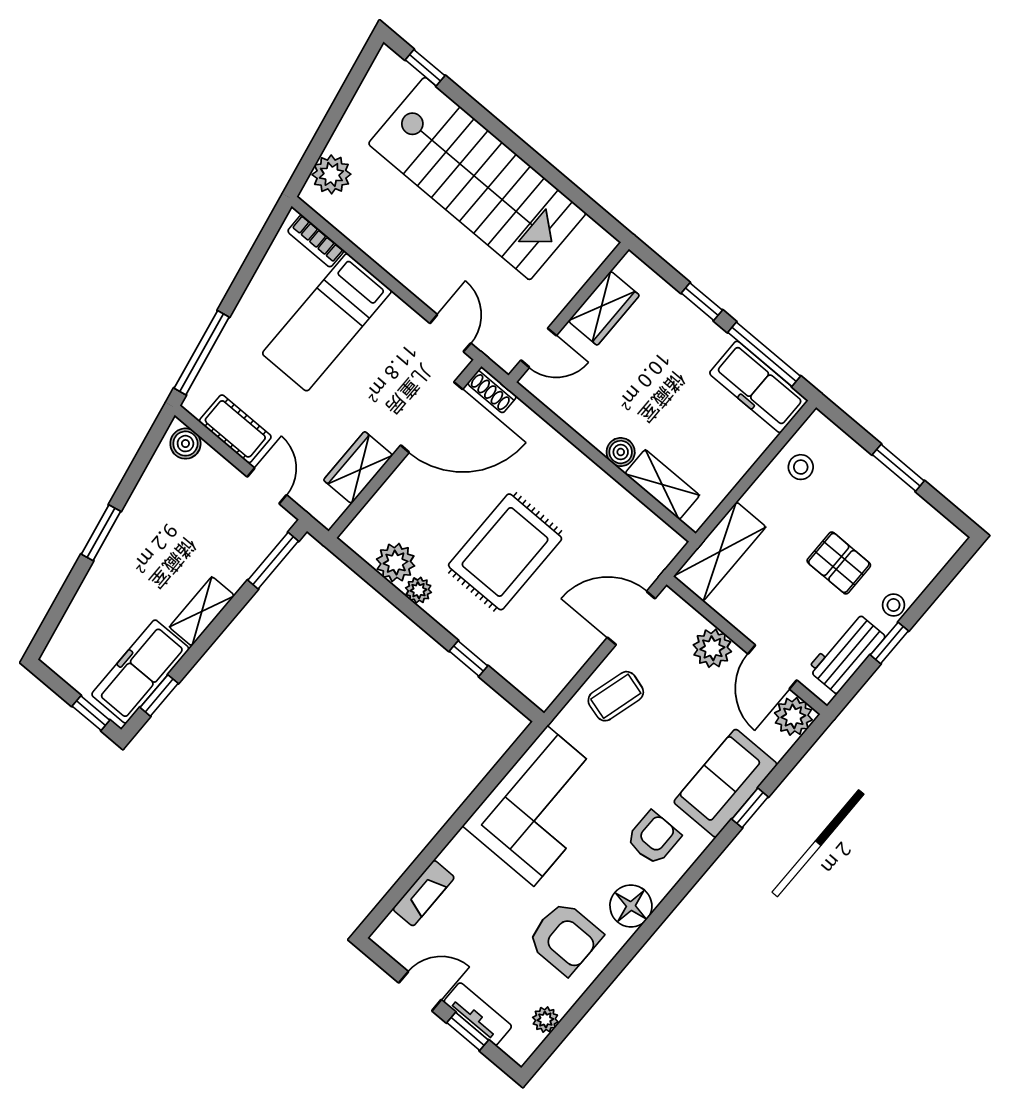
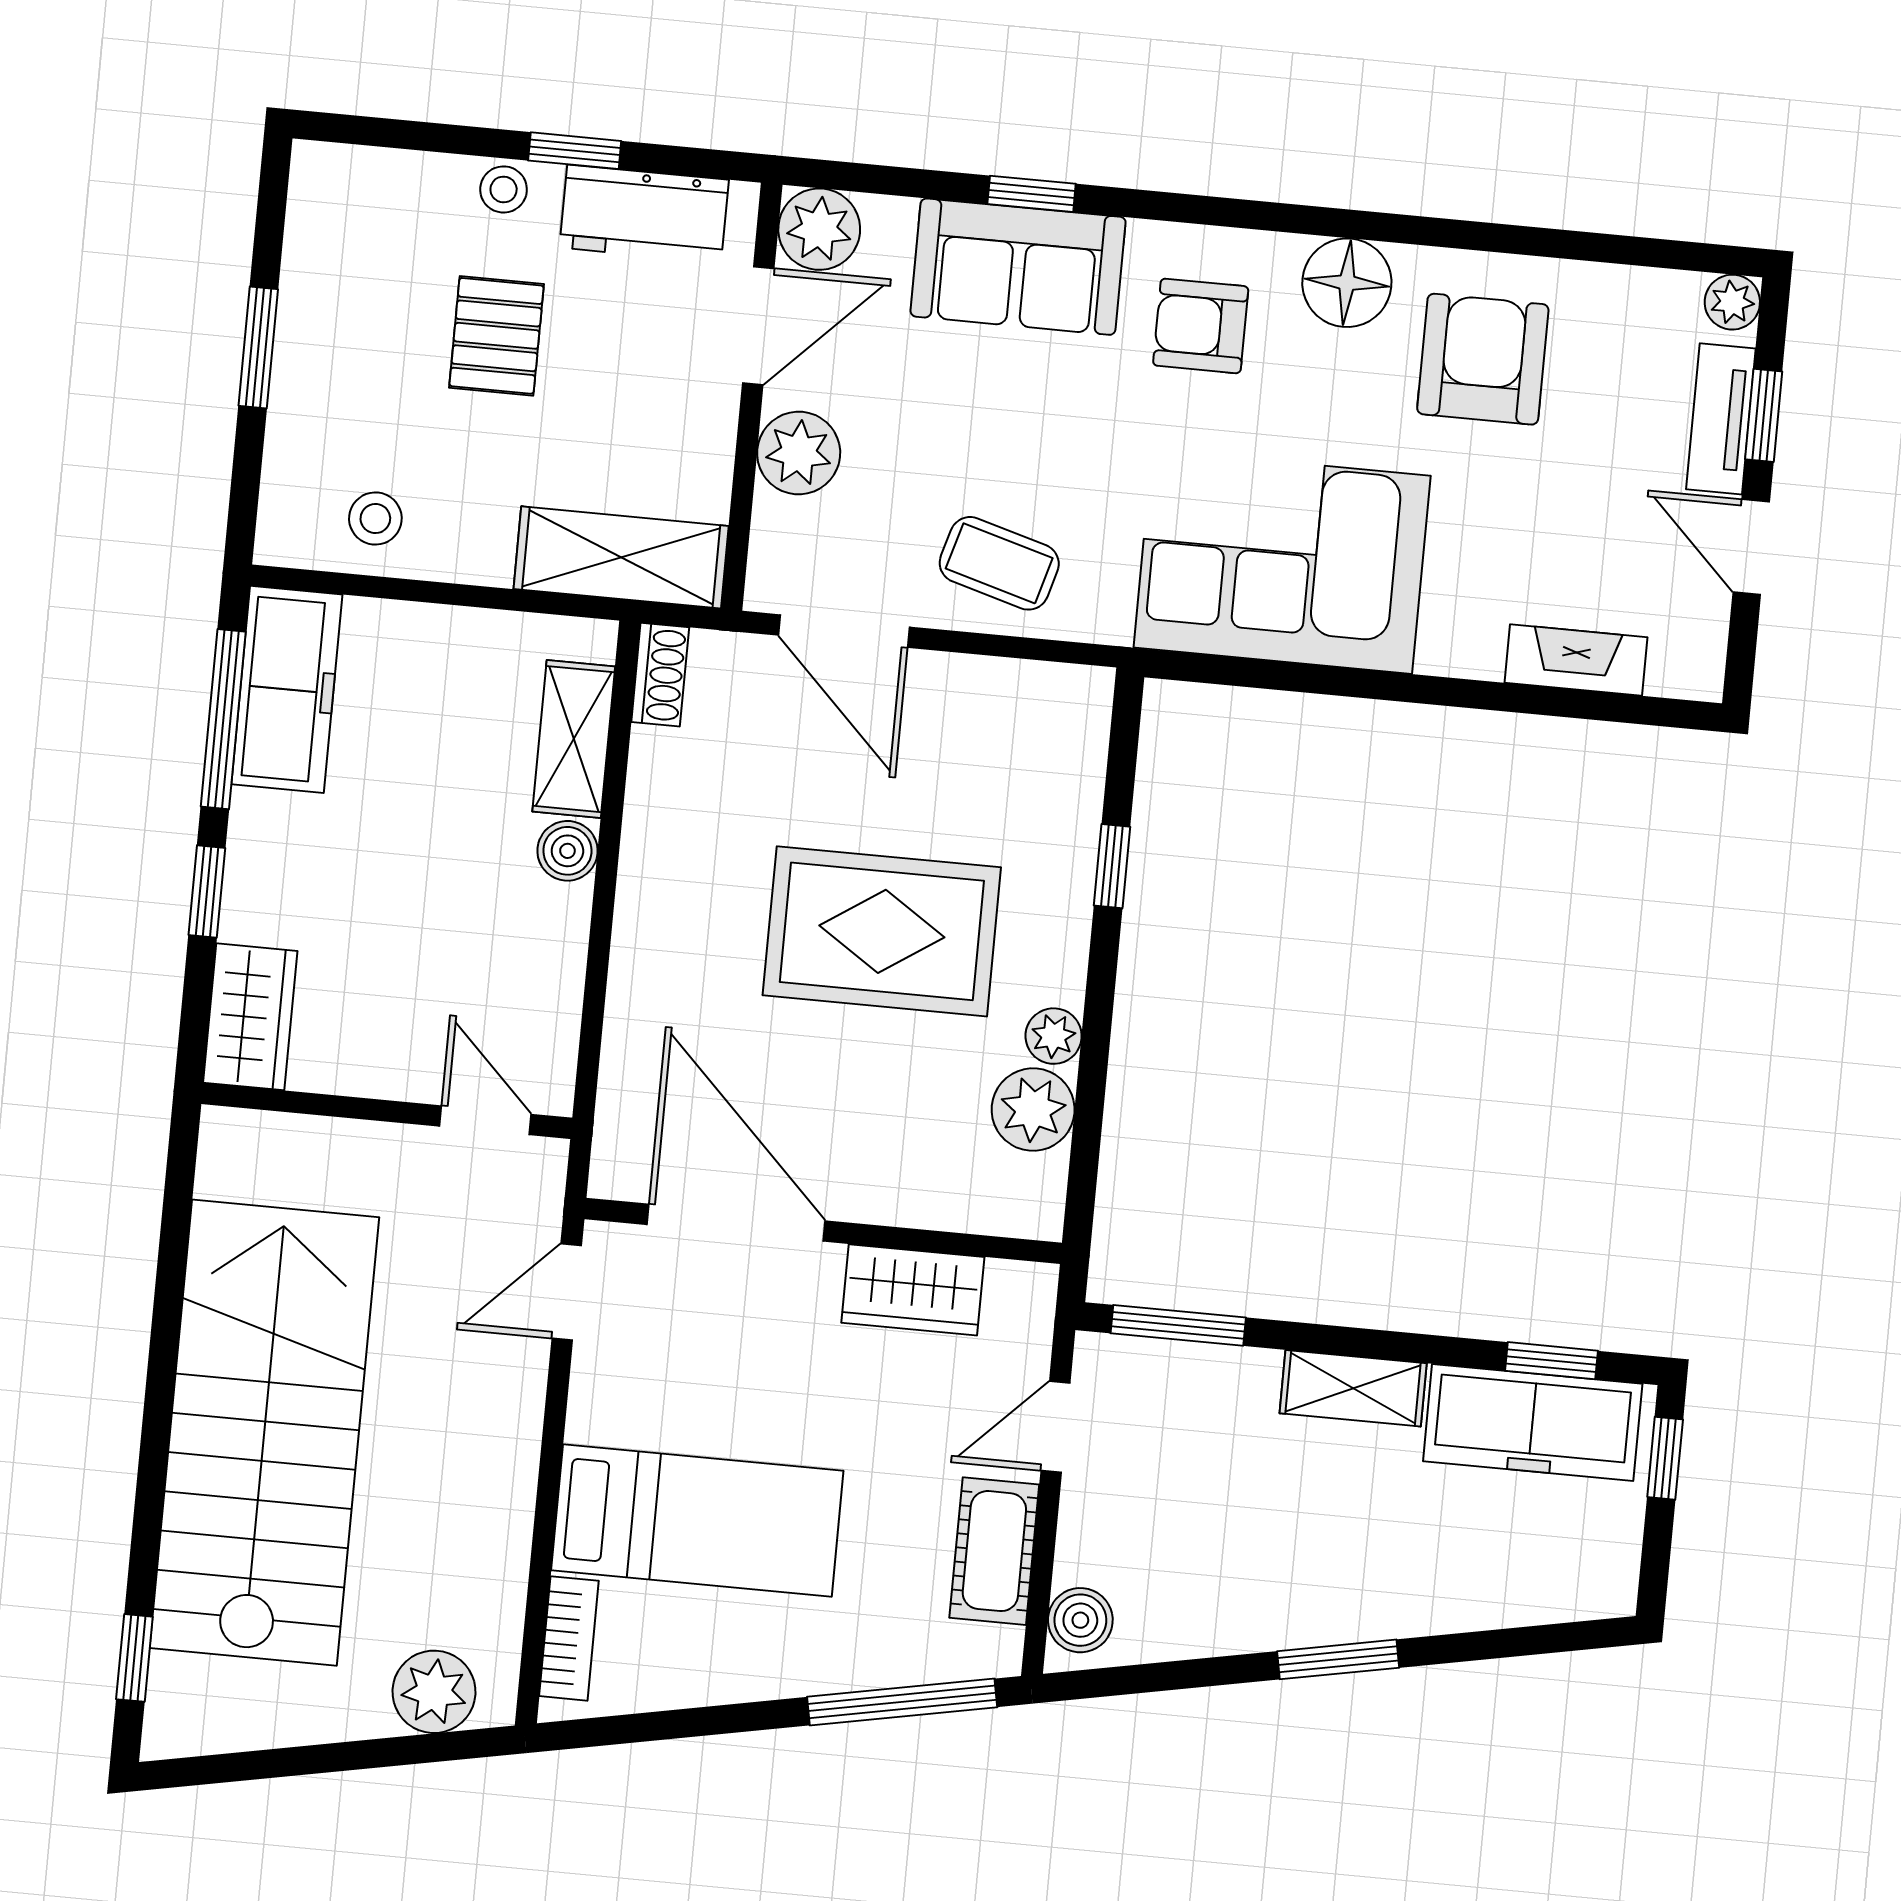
wardrobe: (604, 308) -> (250, 1017), moved, turned 90
shoe rack: (492, 390) -> (660, 675), moved
plant: (545, 1020) -> (1732, 302), moved

